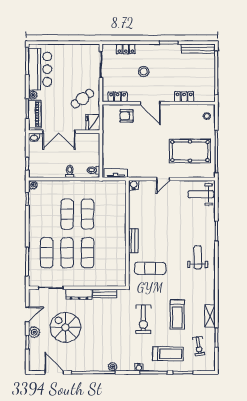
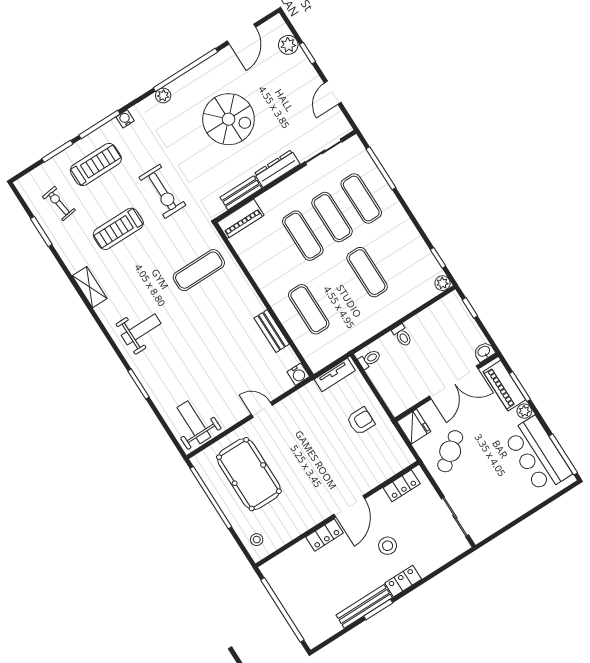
locker: (126, 49) -> (403, 581), moved
bench: (198, 49) -> (364, 606), moved
locker: (184, 97) -> (325, 535), moved
door: (150, 103) -> (349, 506), swing flipped
armchair: (127, 116) -> (361, 421), moved
double door: (59, 132) -> (454, 383), swing flipped
pool table: (190, 151) -> (249, 474), turned 90
door: (163, 179) -> (262, 410), hinge flipped
weight bench: (201, 194) -> (194, 422), turned -90
exercise mat: (87, 214) -> (309, 309), moved
bench: (133, 241) -> (272, 331), moved
weight bench: (198, 257) -> (141, 329), turned -90
piano: (113, 281) -> (241, 219), added
treadmill: (177, 315) -> (118, 229), turned -90
shelving: (210, 316) -> (90, 287), moved
exercise bike: (143, 319) -> (162, 191), turned 180
spiral stairs: (65, 327) -> (229, 119), moved
plant: (34, 332) -> (288, 45), moved
treadmill: (168, 354) -> (96, 164), turned 180
door: (54, 372) -> (241, 34), hinge flipped

